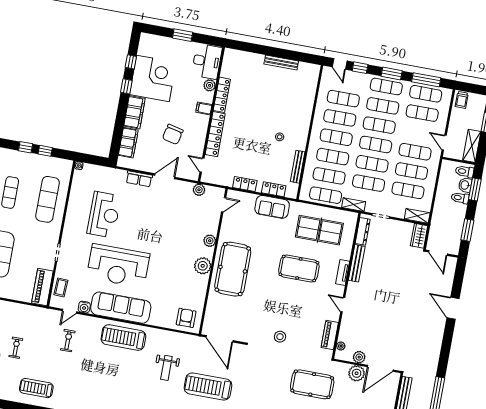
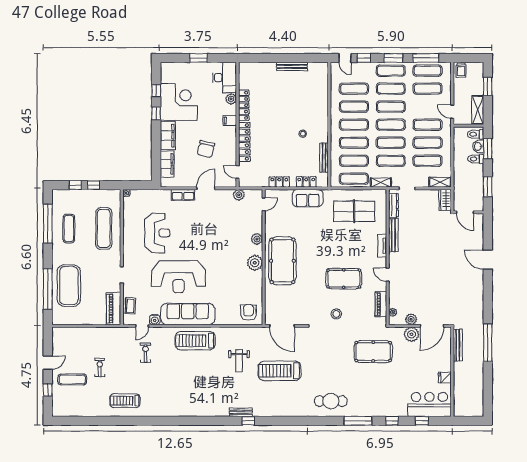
pool table: (299, 268) -> (344, 279), moved

